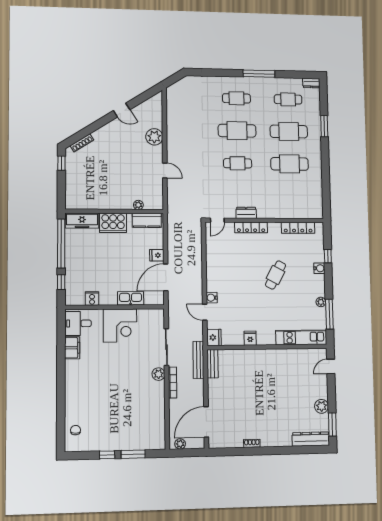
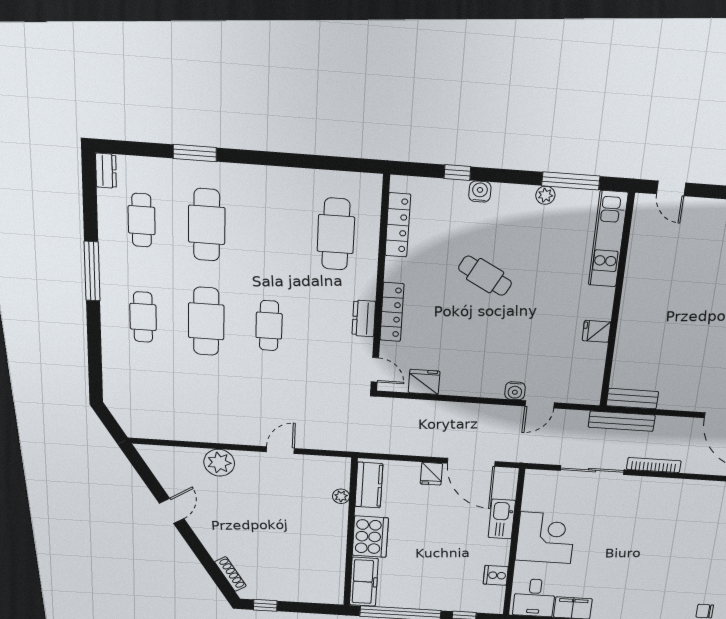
cafe table: (290, 164) -> (336, 234), moved
fridge: (214, 338) -> (424, 382), moved
plant: (158, 374) -> (636, 486), removed

